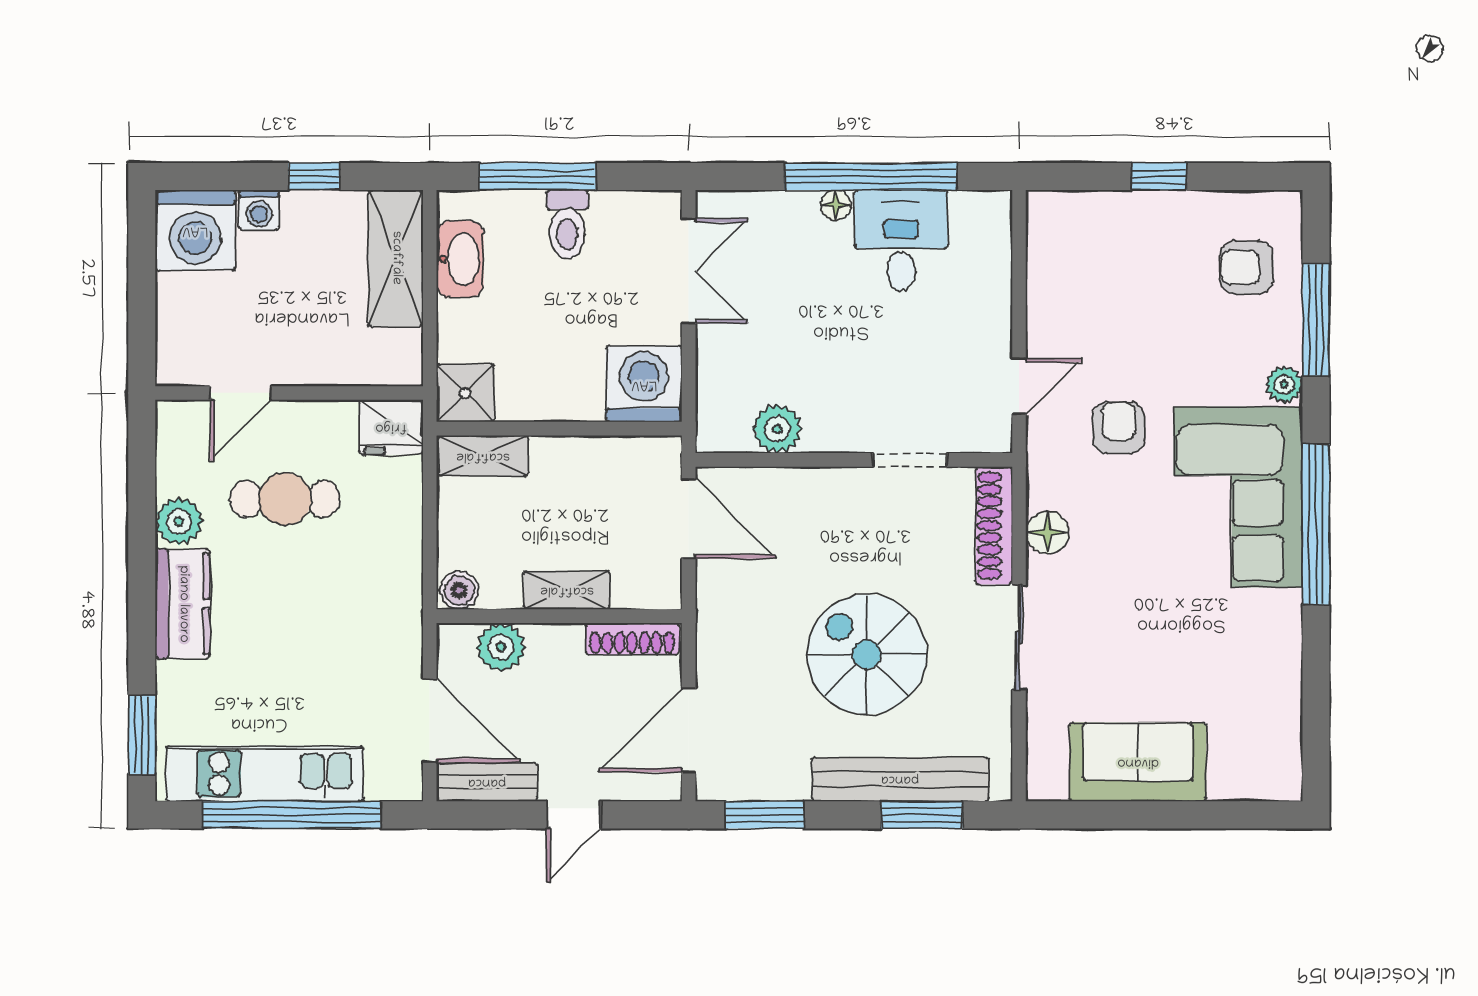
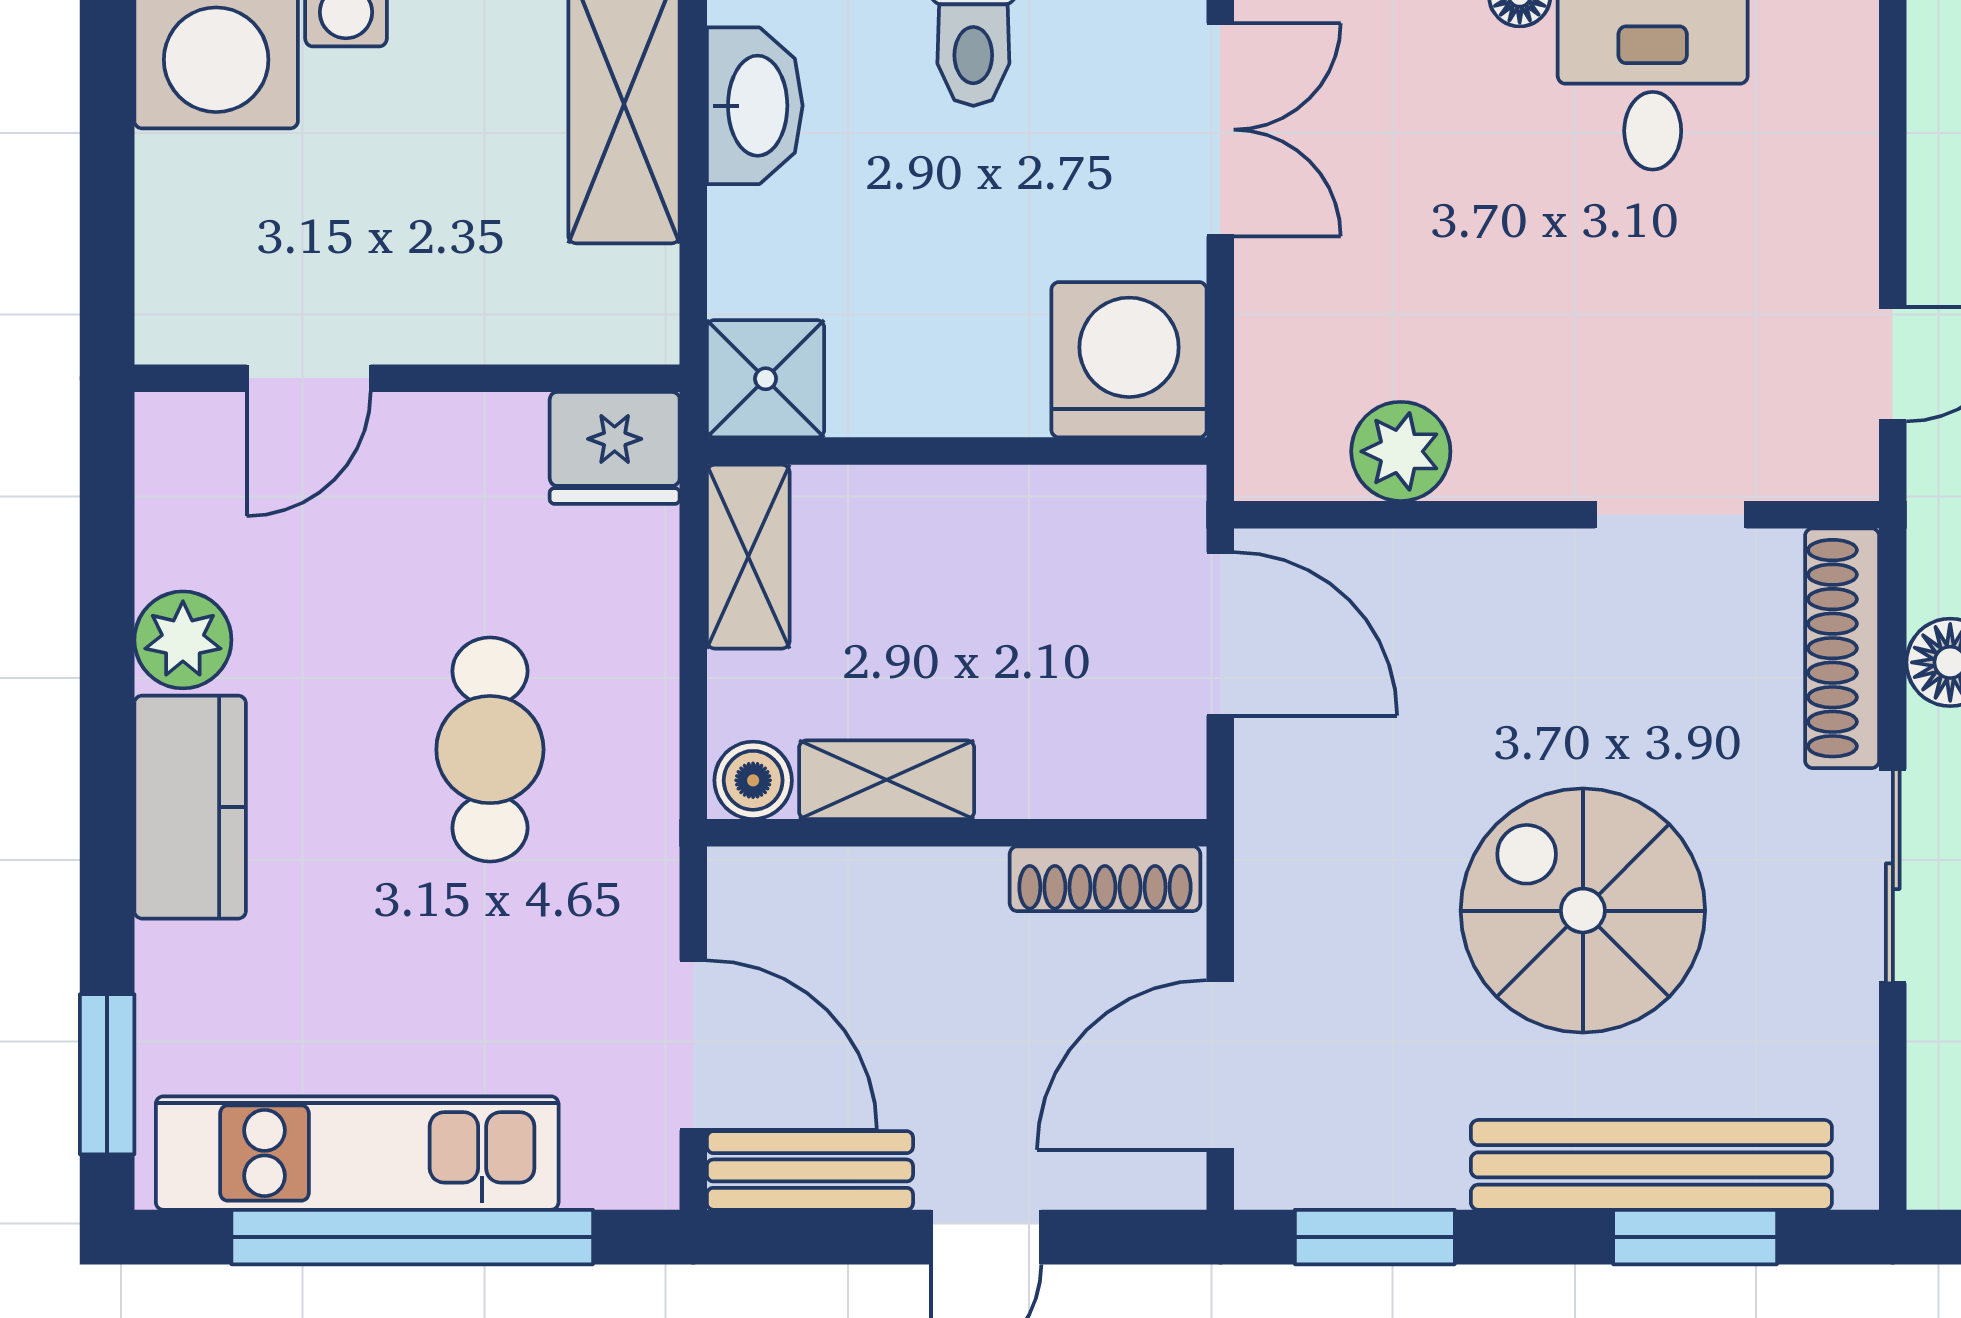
shelving: (483, 456) -> (748, 557), moved, turned 90
cafe table: (285, 499) -> (490, 750), moved, turned 90
shelving: (567, 590) -> (887, 780), moved
plant: (501, 647) -> (838, 896), removed

